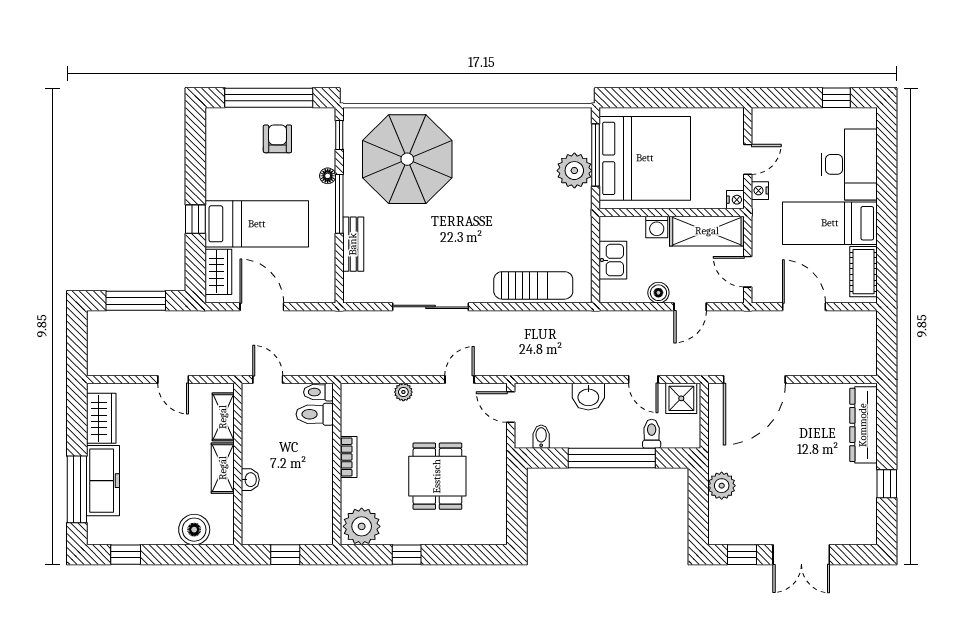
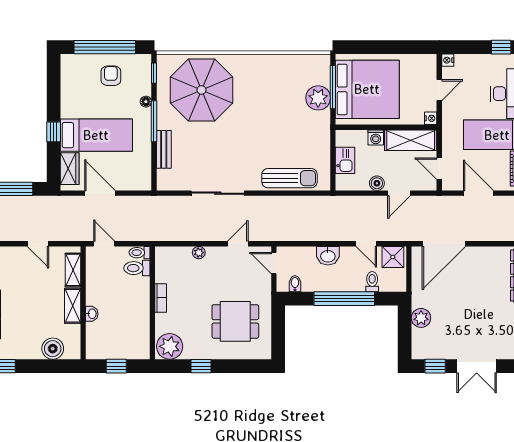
nightstand: (760, 191) -> (448, 60), moved
dining table: (437, 476) -> (235, 321), moved, turned 90

